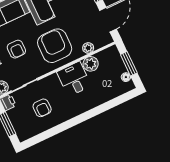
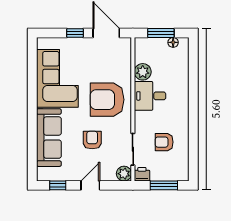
plant: (88, 48) -> (125, 67), removed
armchair: (16, 49) -> (92, 140), turned -90
armchair: (42, 108) -> (164, 142), turned 180

